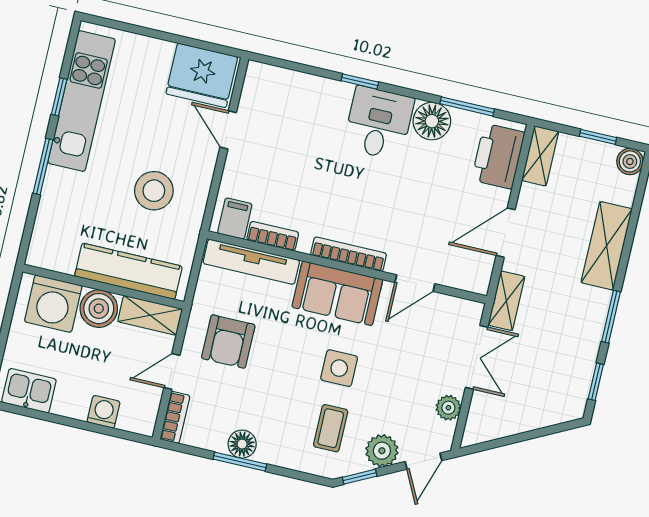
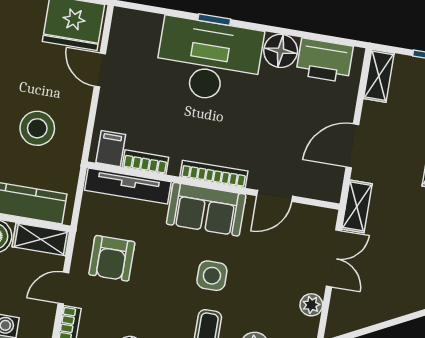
window: (467, 106) -> (311, 36), removed
desk: (379, 123) -> (209, 60), width x1.87, depth x1.30
printer: (498, 156) -> (325, 60), moved, turned -90

